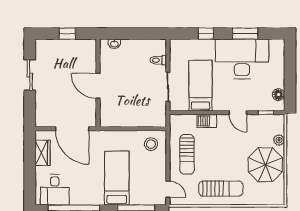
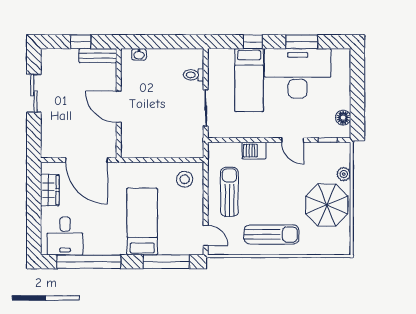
bench: (81, 45) -> (98, 56), added
bed: (200, 86) -> (249, 80), moved, turned 180
sun lounger: (187, 154) -> (229, 192), turned 180

